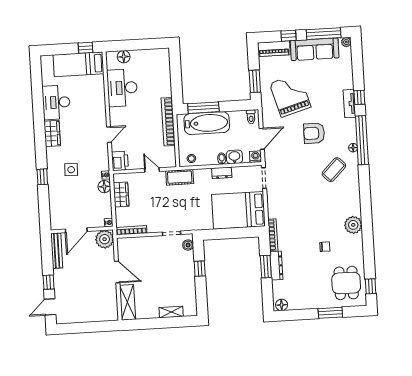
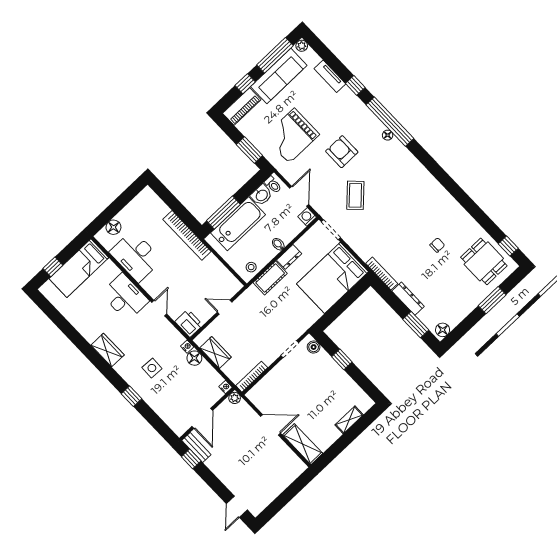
window: (85, 48) -> (53, 267), moved
grand piano: (290, 95) -> (292, 136), turned -74
desk: (56, 102) -> (125, 297), moved, turned 180
tv unit: (349, 104) -> (330, 76), moved
bookcase: (168, 122) -> (187, 235), moved
armchair: (314, 133) -> (342, 152), turned 90
washbasin: (234, 157) -> (261, 195), moved, turned 180
coffee table: (334, 170) -> (355, 195), moved
cot: (180, 177) -> (270, 278), moved
plant: (353, 225) -> (446, 204), removed
plant: (105, 239) -> (235, 398), width x0.53, depth x0.53
bench: (57, 251) -> (196, 447), width x0.73
window: (266, 267) -> (416, 325), moved
window: (49, 282) -> (191, 459), moved

